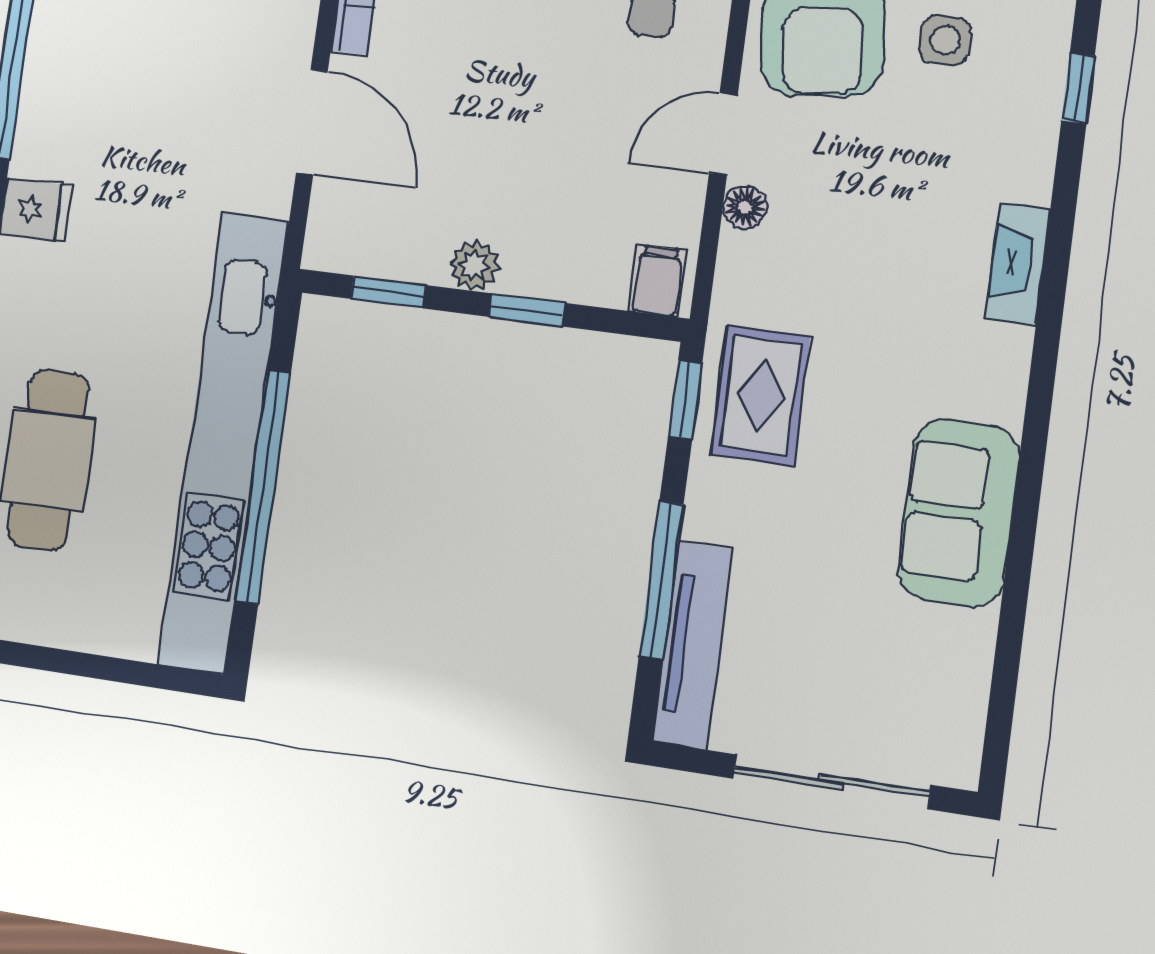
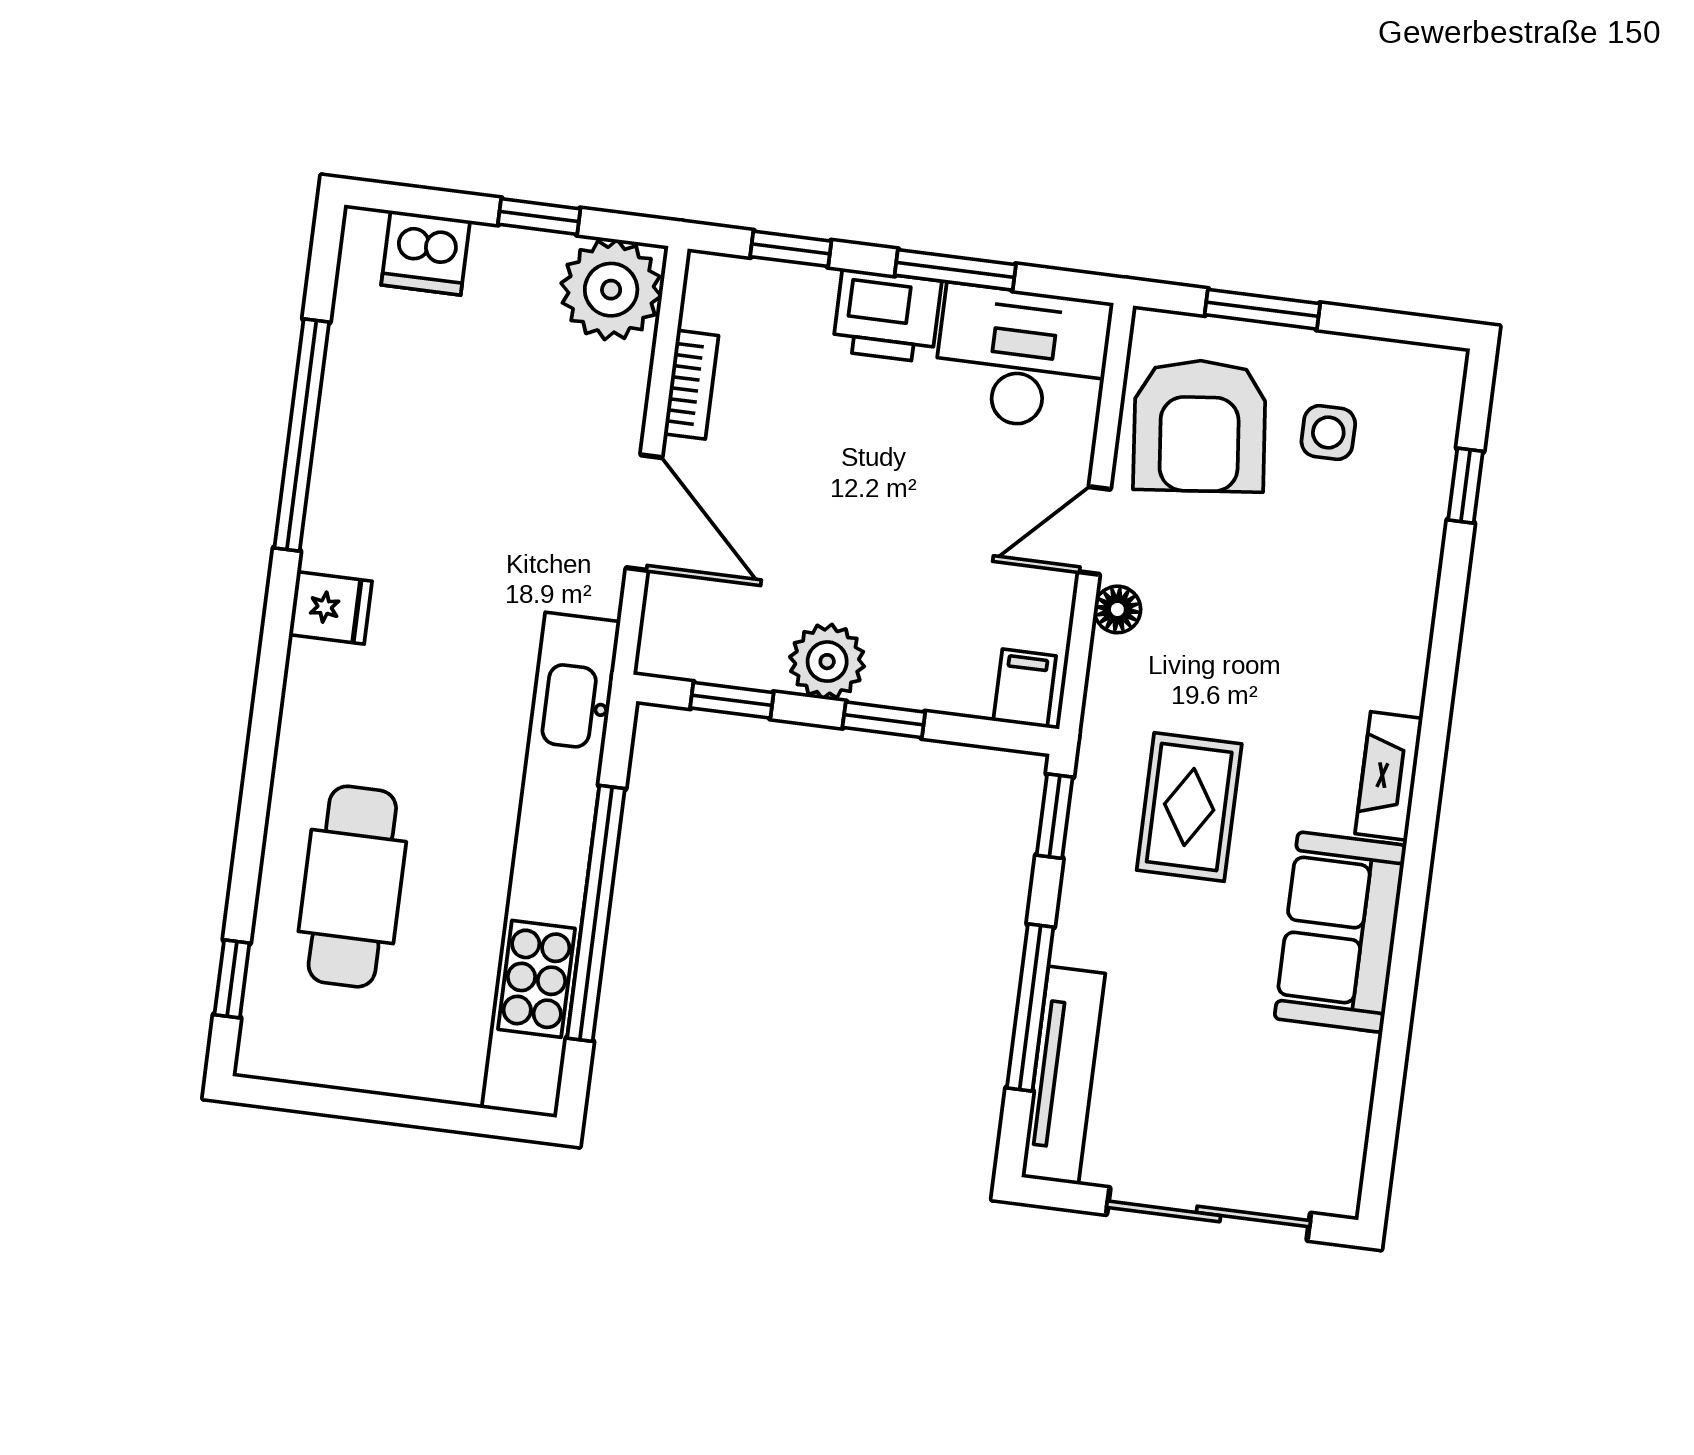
fireplace: (1018, 264) -> (1389, 776), moved
plant: (474, 266) -> (827, 662), width x1.38, depth x1.38
rug: (760, 395) -> (1189, 807), moved

